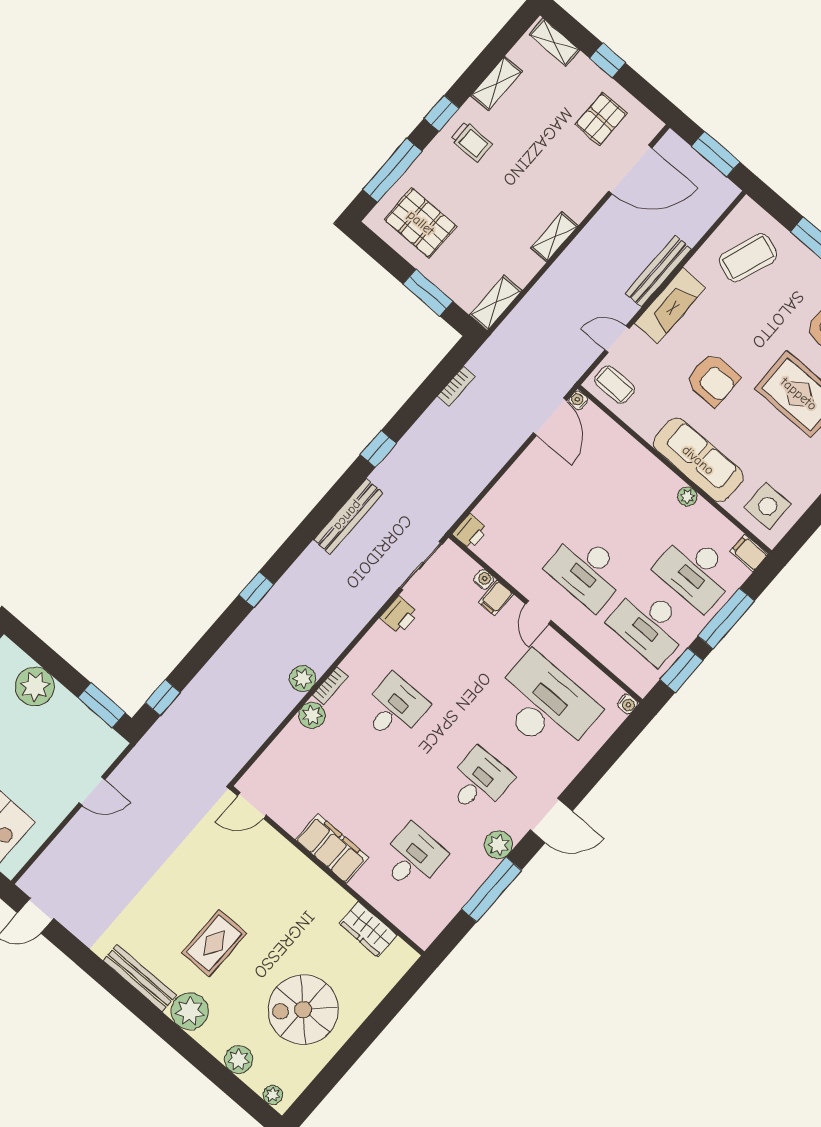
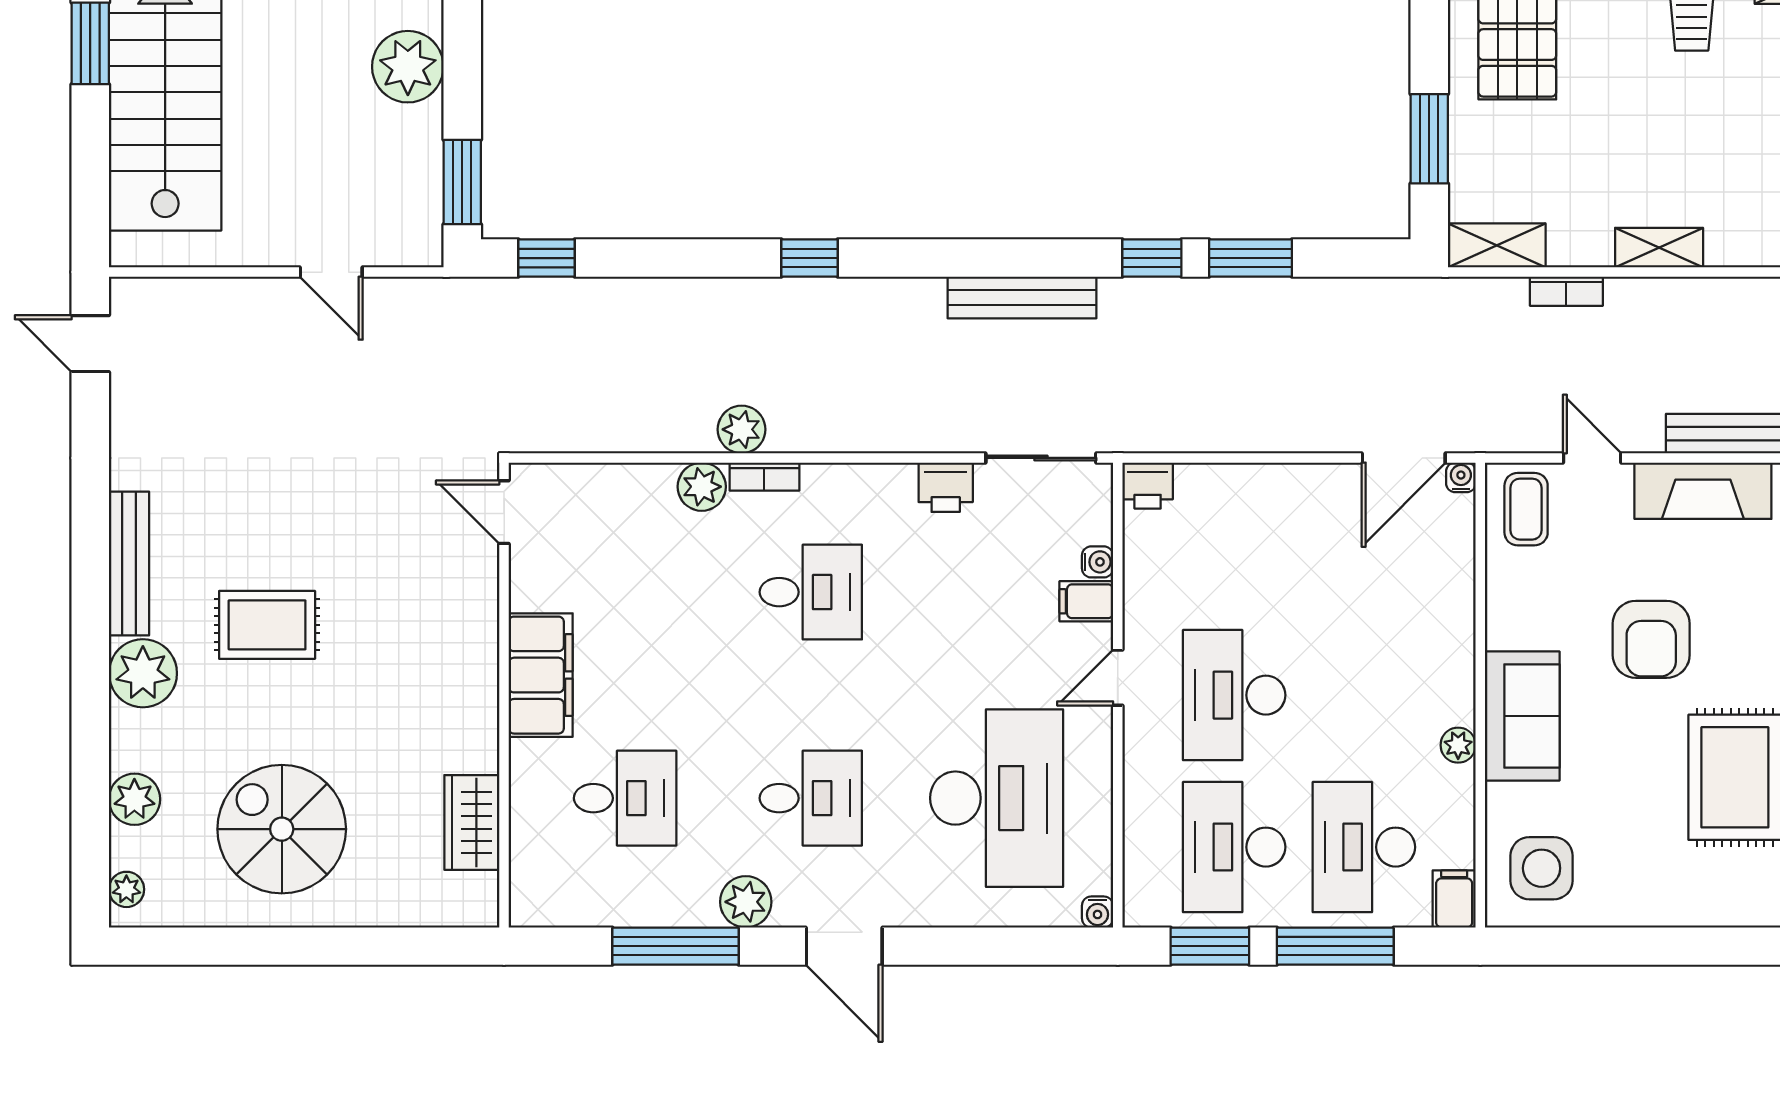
bookcase: (456, 386) -> (1566, 291), moved
window: (413, 408) -> (1251, 258), added
sofa: (698, 460) -> (1522, 716), width x0.73

